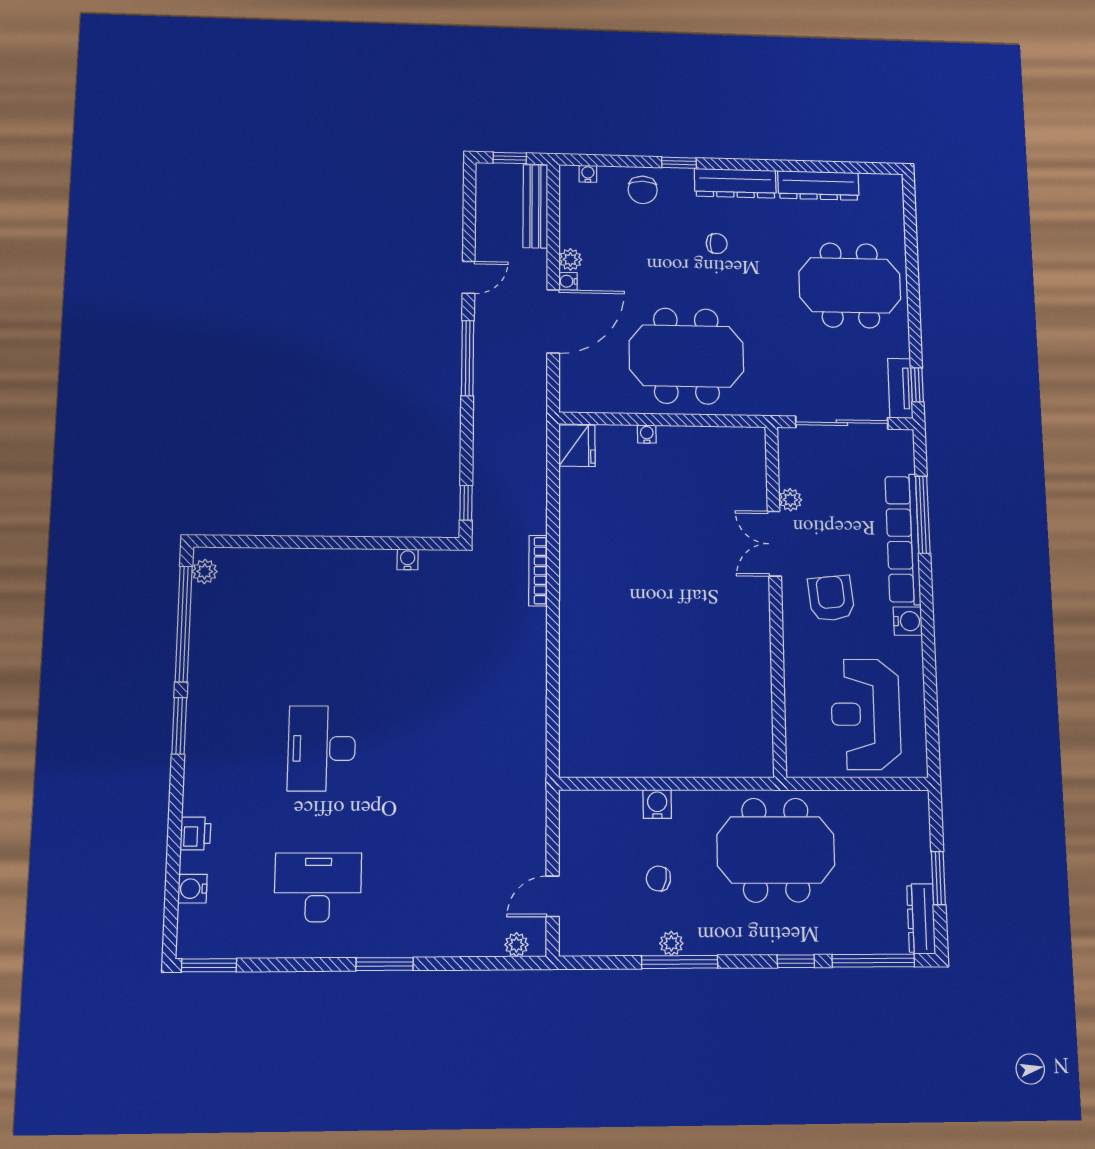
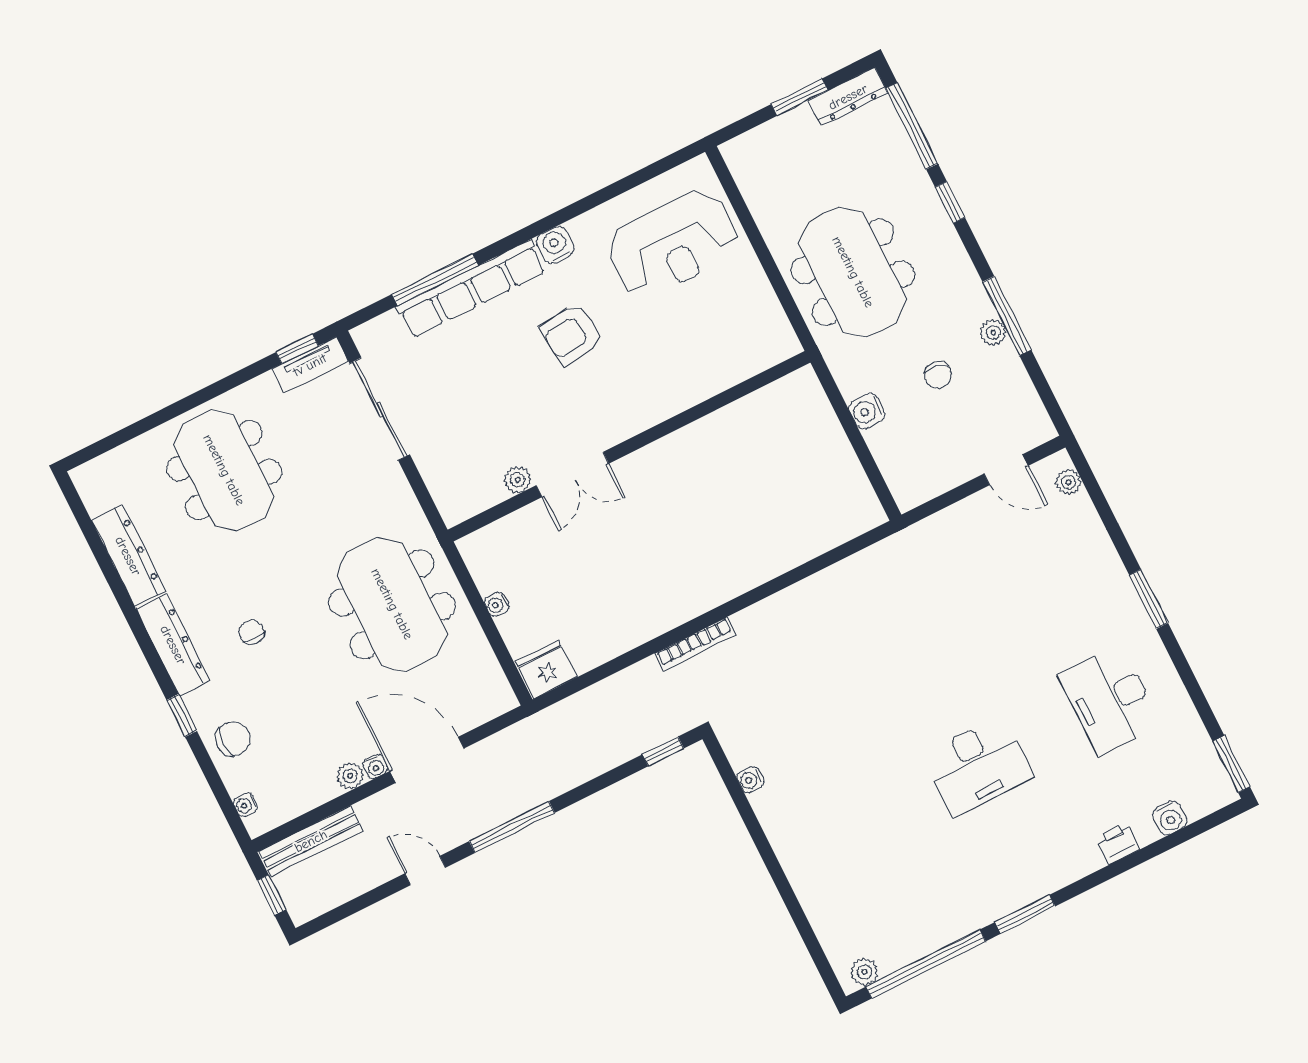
plant: (790, 500) -> (518, 480), moved
double door: (774, 544) -> (572, 475), moved
wall: (776, 599) -> (629, 446), moved

